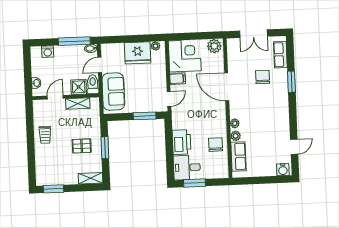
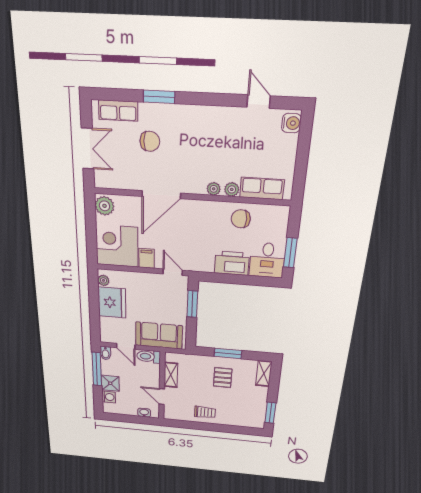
chair: (263, 77) -> (150, 141), turned 180
shower: (79, 87) -> (110, 383), moved

